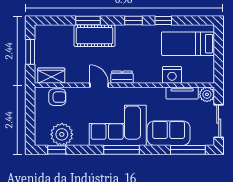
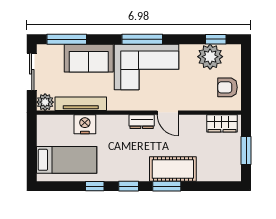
window: (88, 20) -> (167, 186), moved
tv unit: (182, 93) -> (81, 104), width x1.41
armchair: (57, 97) -> (228, 87), moved

